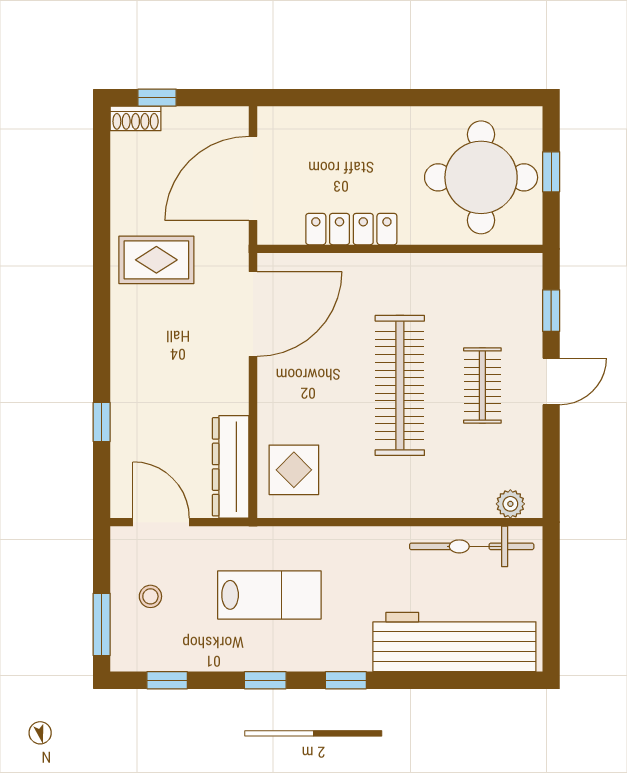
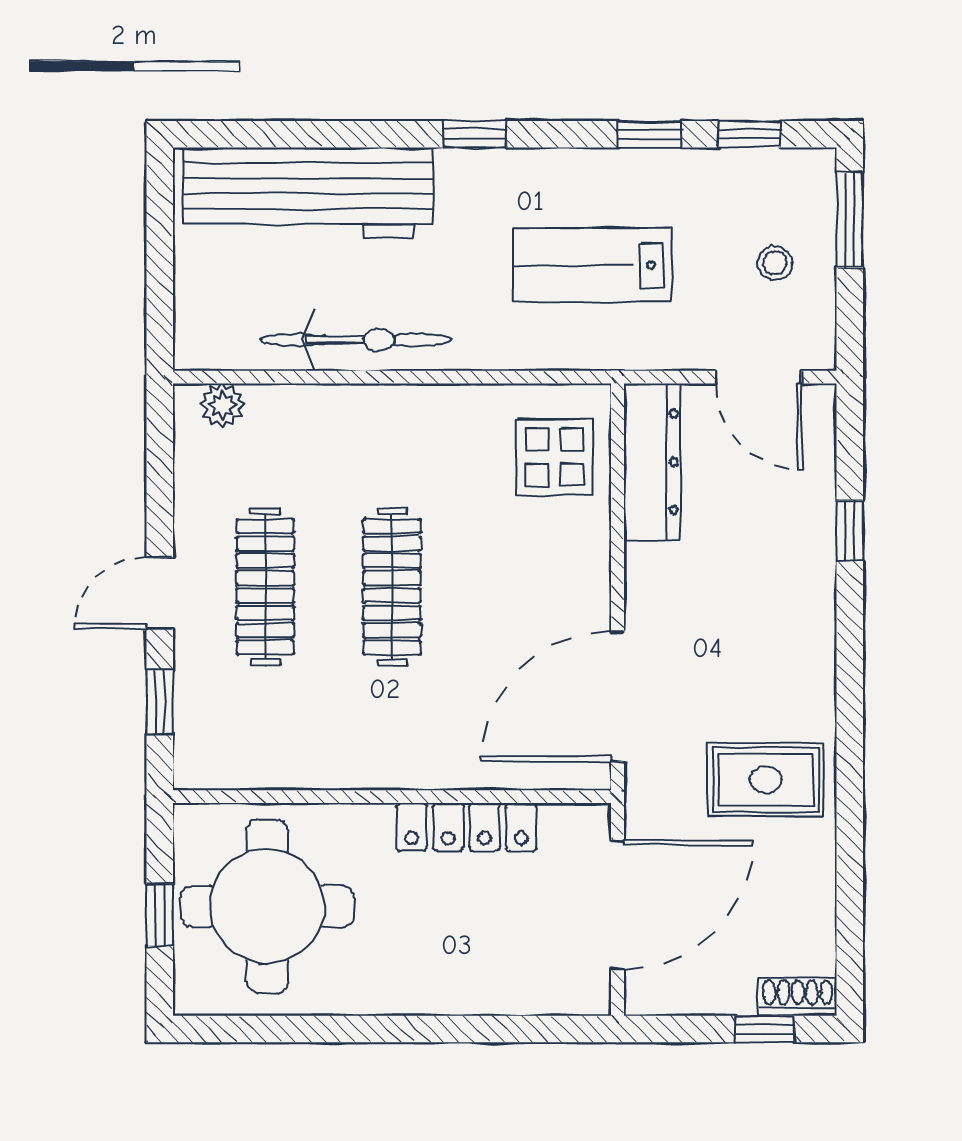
clothes rail: (400, 385) -> (392, 587), width x0.73, depth x0.76
clothes rail: (482, 385) -> (265, 587), width x1.36
bicycle: (472, 546) -> (356, 340), moved
window: (265, 680) -> (650, 134), moved

